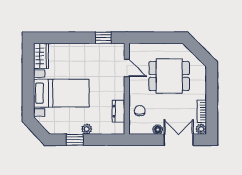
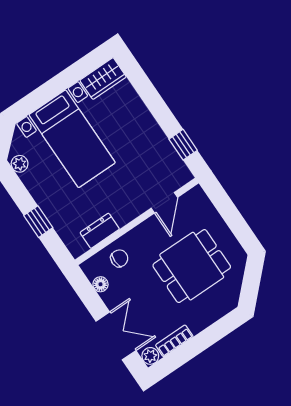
dining table: (169, 76) -> (192, 266), turned 90
plant: (87, 129) -> (20, 164), moved
floor lamp: (158, 130) -> (100, 284), moved
window: (75, 140) -> (38, 222), moved

